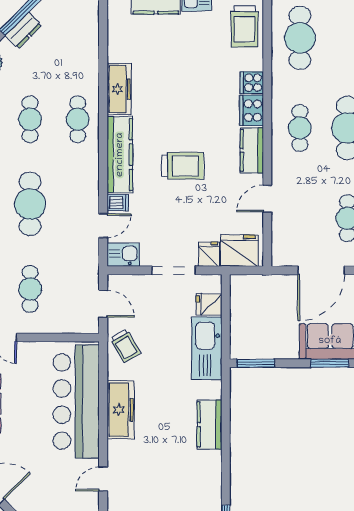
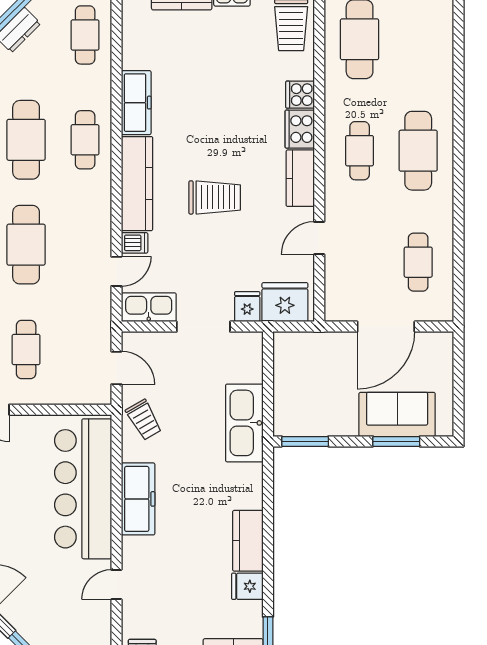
cafe table: (78, 34) -> (85, 35), added
cafe table: (30, 119) -> (26, 140), width x1.37, depth x1.35
kitchen sink: (123, 255) -> (149, 307), width x1.38
fridge: (209, 305) -> (247, 586), moved
kitchen counter: (209, 425) -> (248, 541), moved

